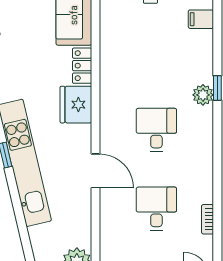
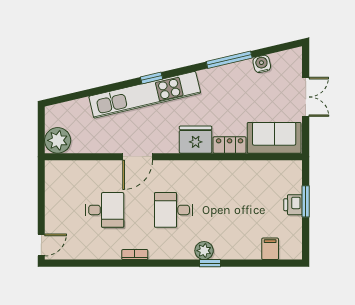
desk: (156, 130) -> (173, 210), turned 180
bookcase: (208, 219) -> (135, 255), moved

